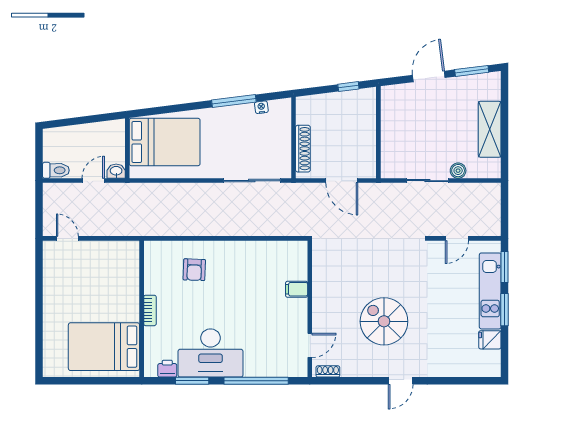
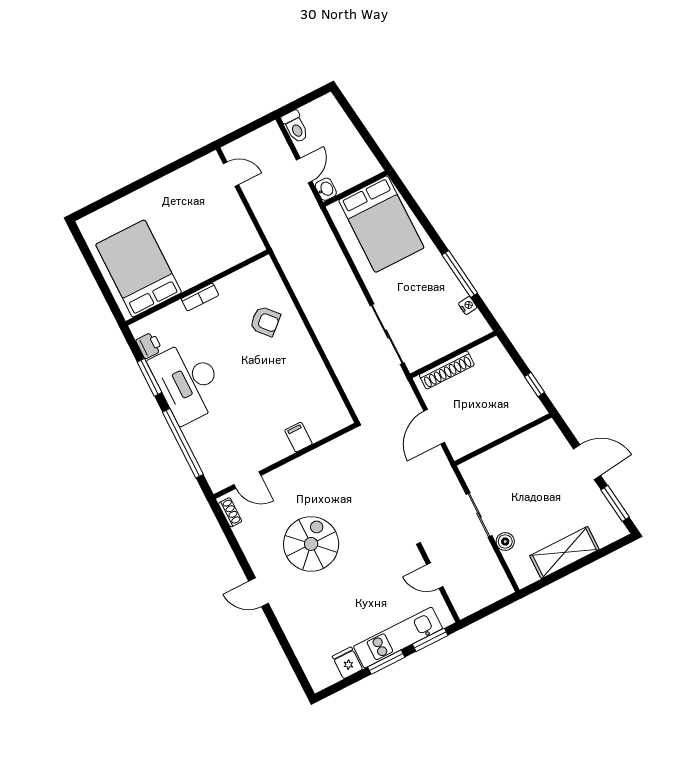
door: (93, 181) -> (304, 171), hinge flipped
door: (67, 238) -> (231, 174), hinge flipped
armchair: (194, 270) -> (265, 321), turned -134

